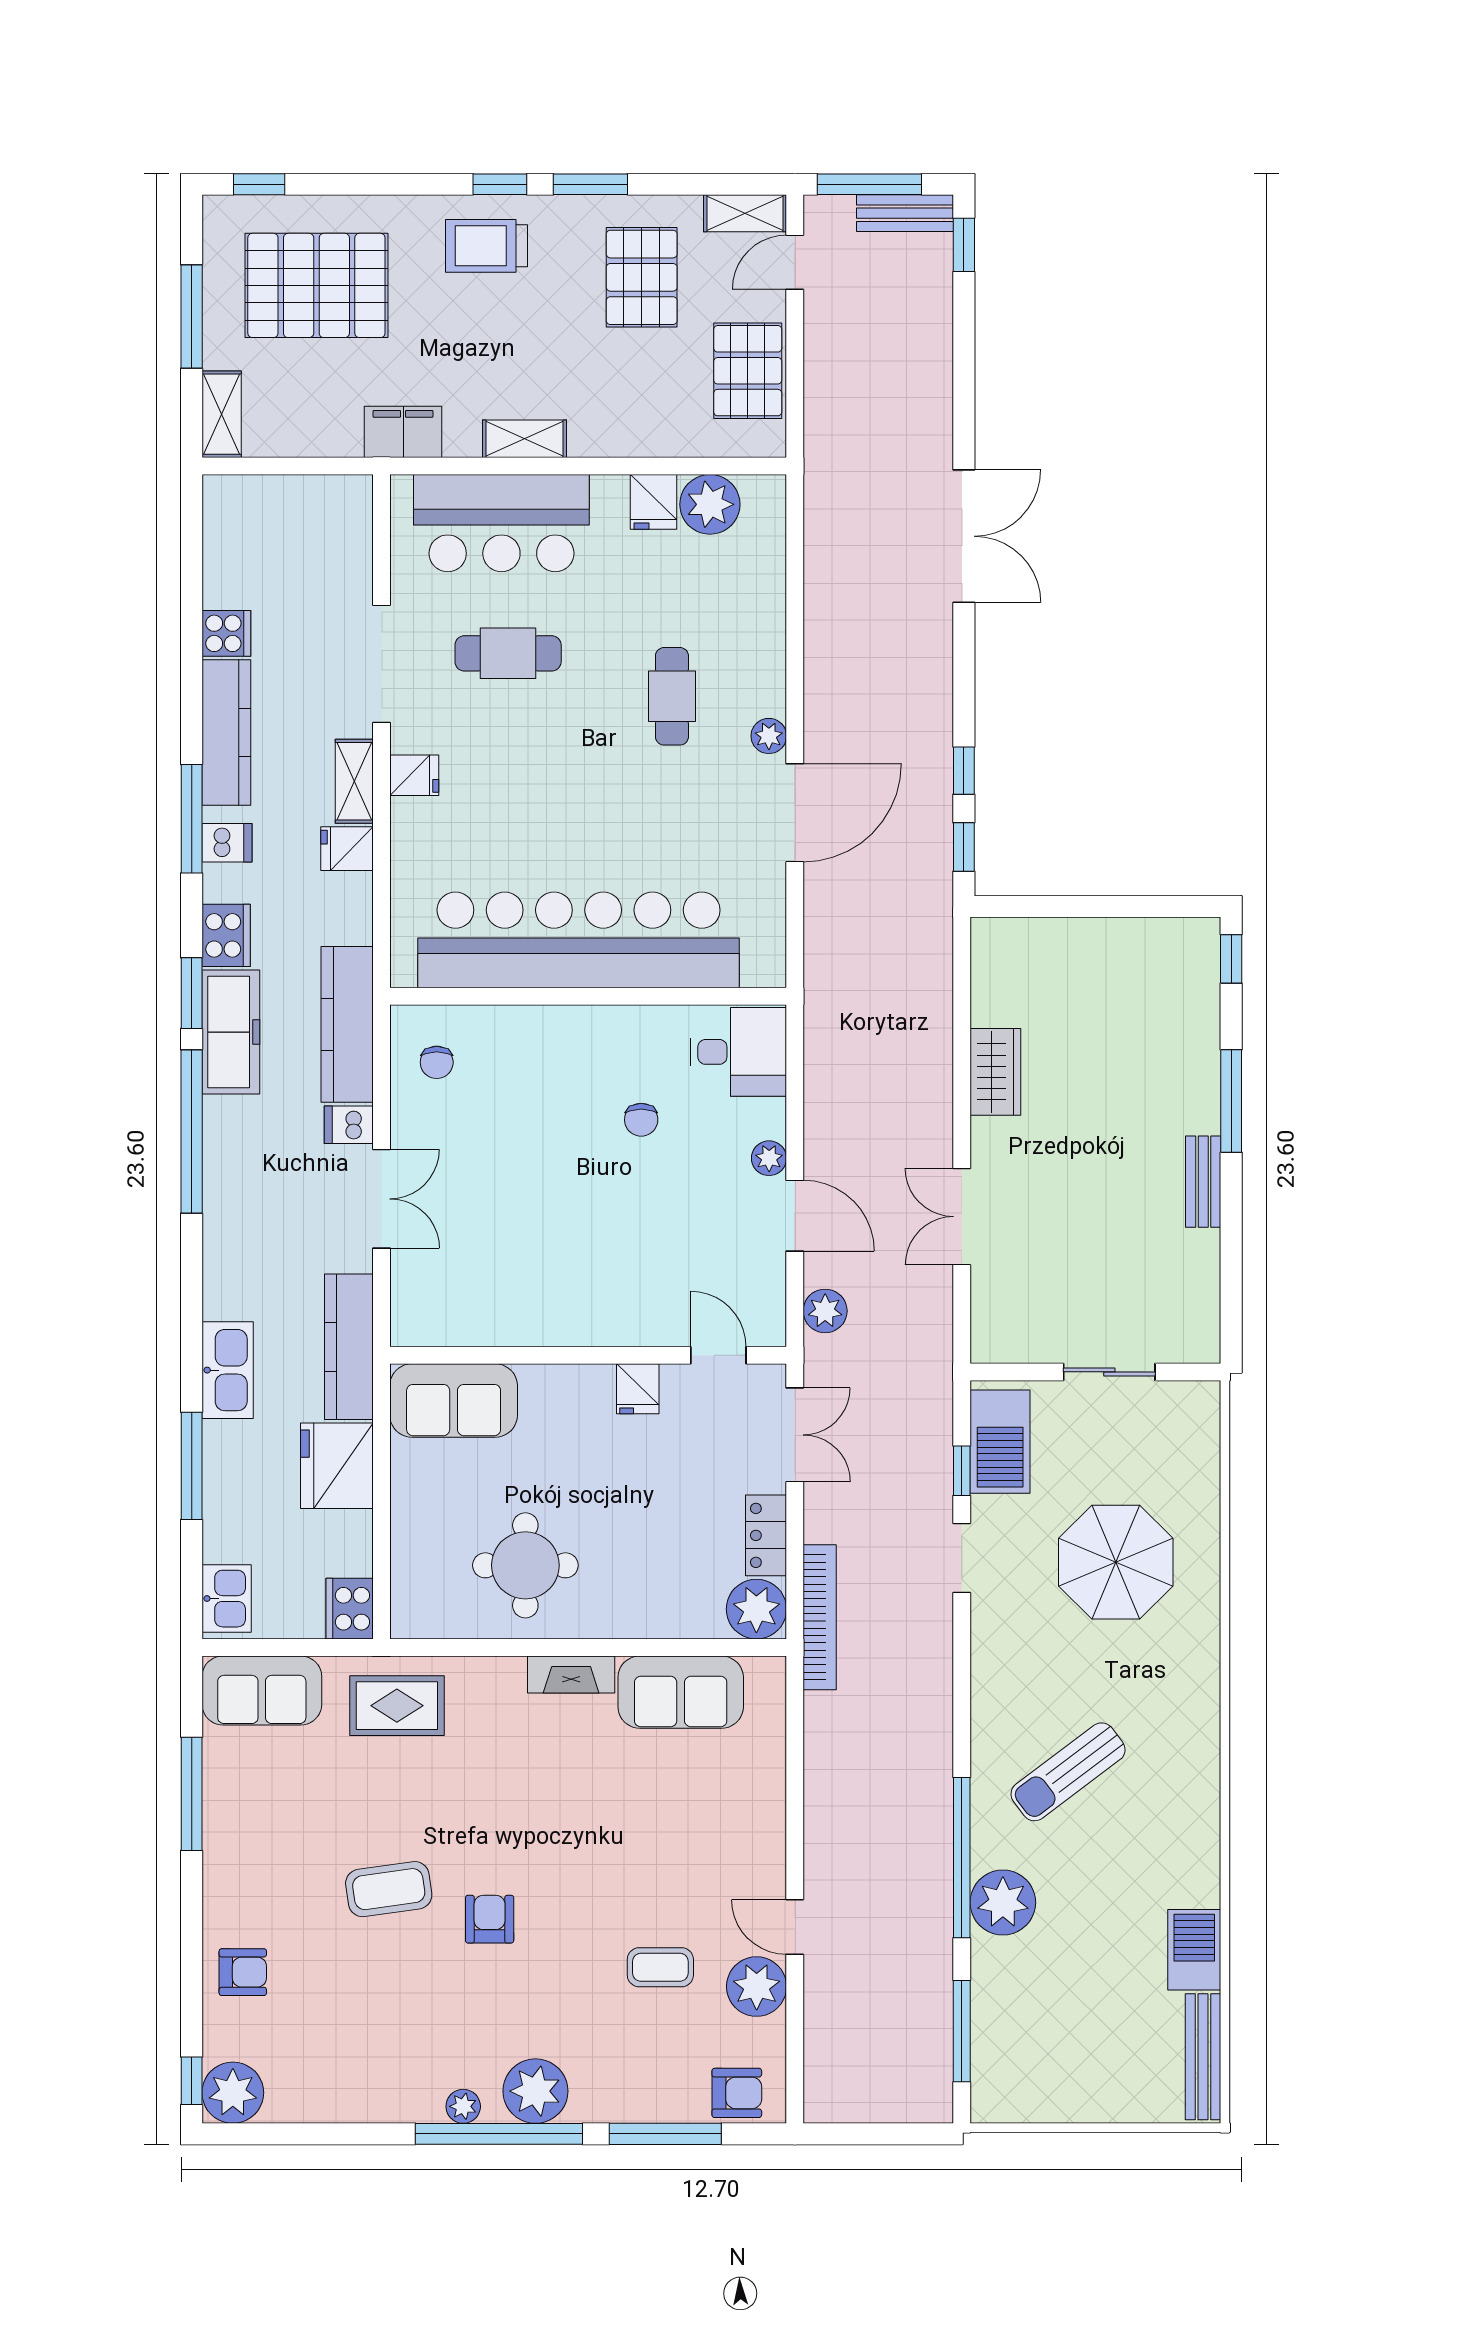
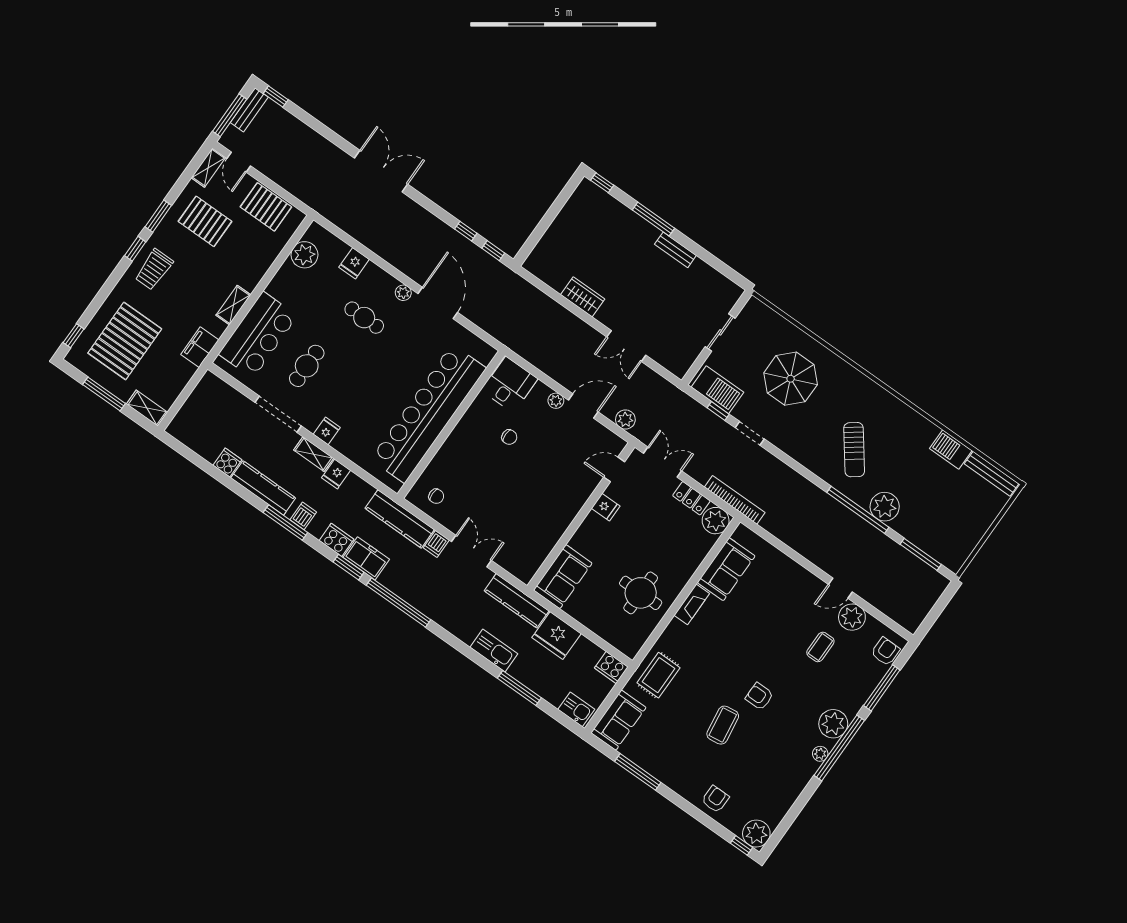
fridge: (654, 502) -> (354, 263), moved, turned 90
freezer: (231, 1032) -> (366, 558), width x0.71

